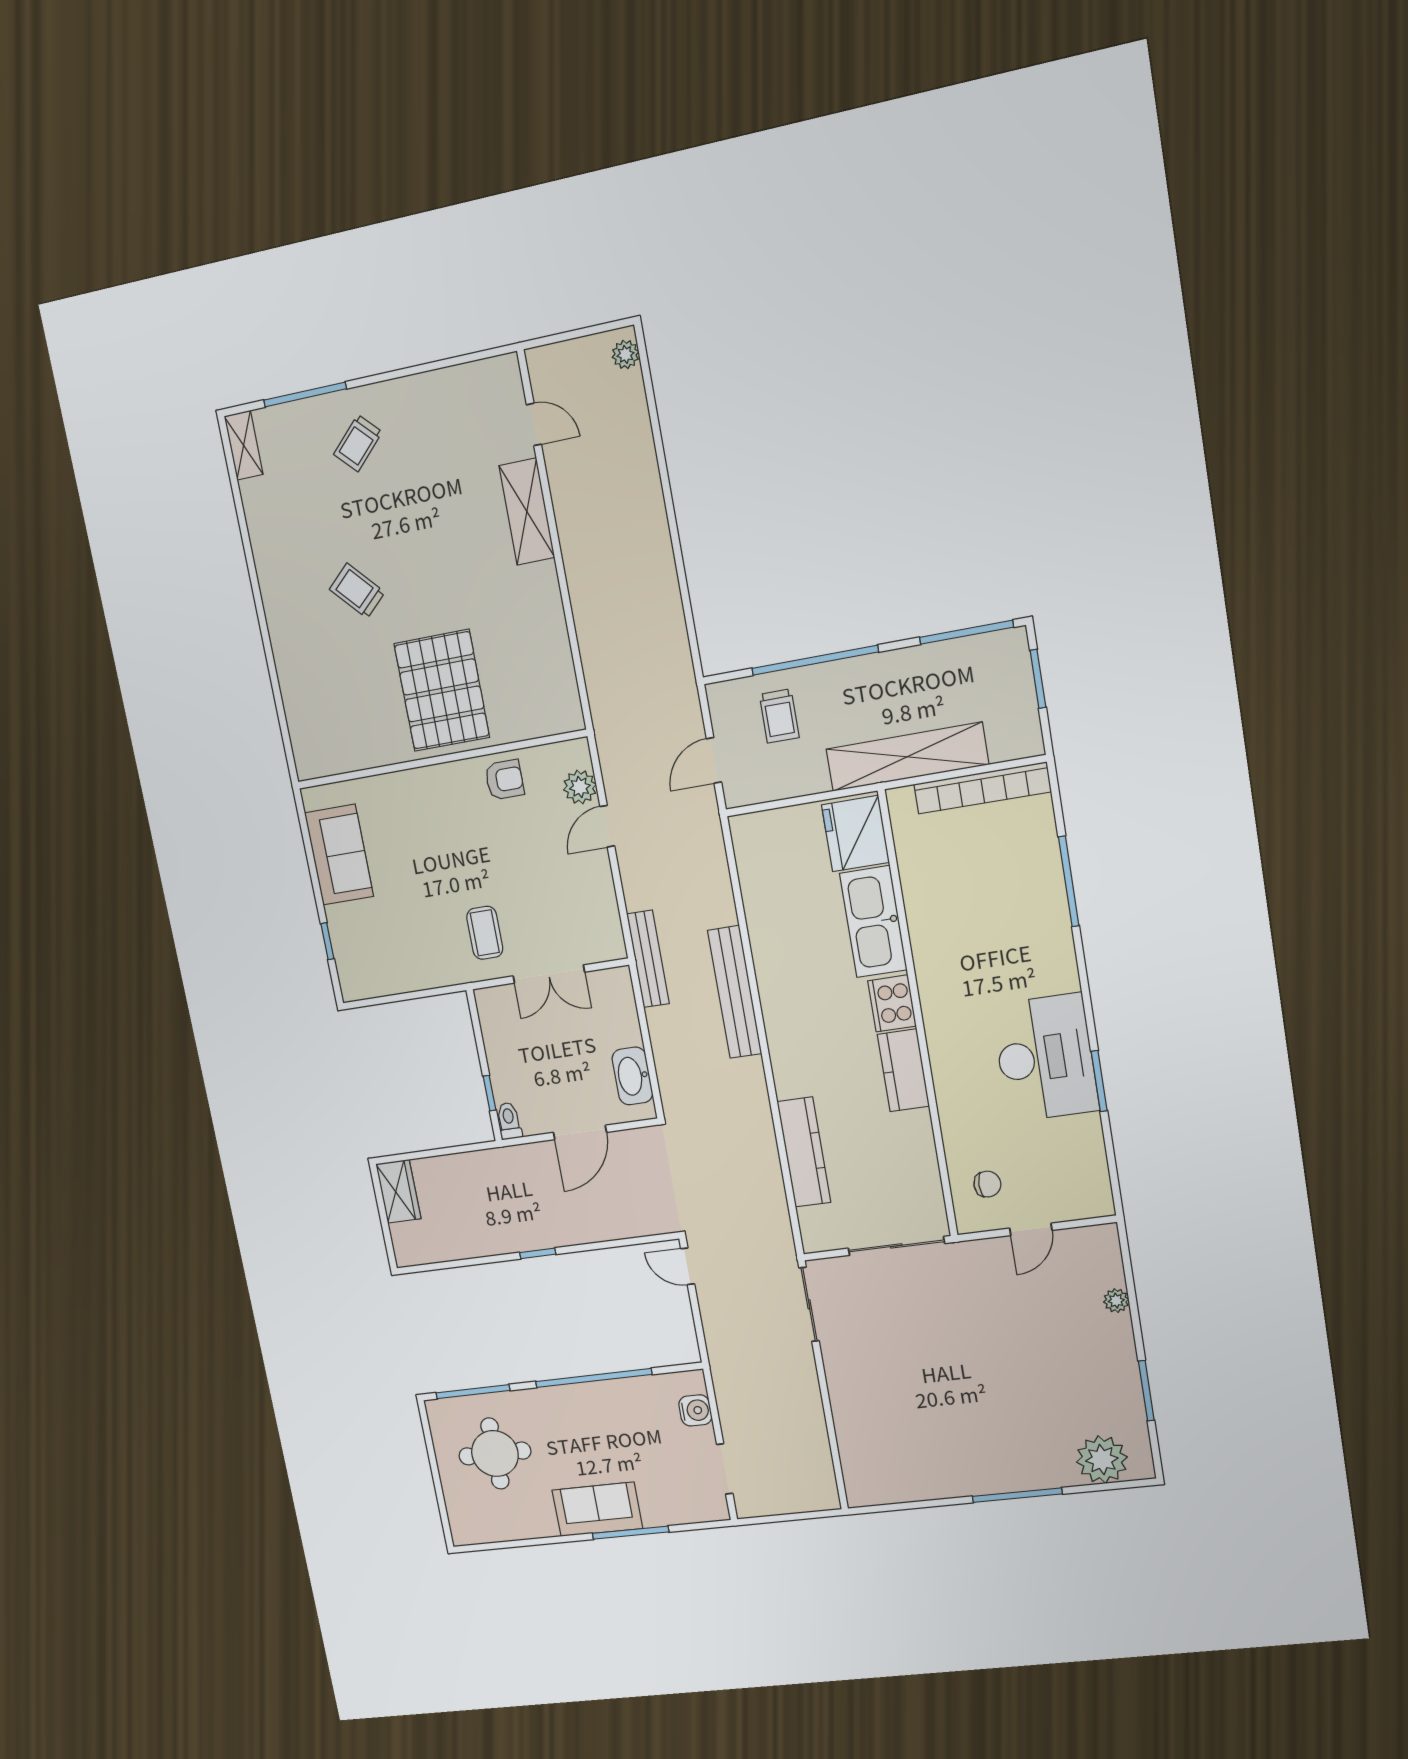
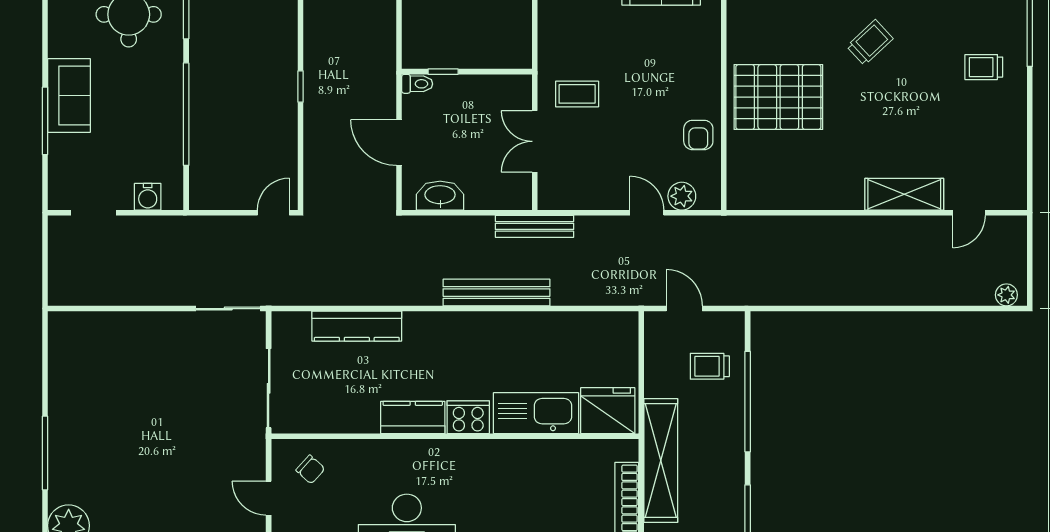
trolley: (358, 443) -> (984, 67), turned -45
chair: (987, 1184) -> (310, 469), turned -48

